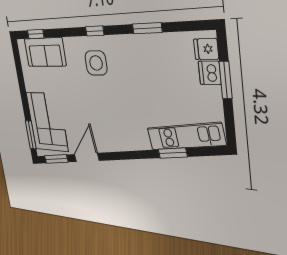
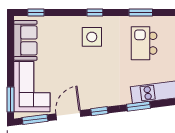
sofa: (45, 52) -> (25, 40), moved, turned -90
kitchen island: (156, 71) -> (144, 43), added
window: (173, 153) -> (139, 106), moved
window: (117, 156) -> (99, 111), added

